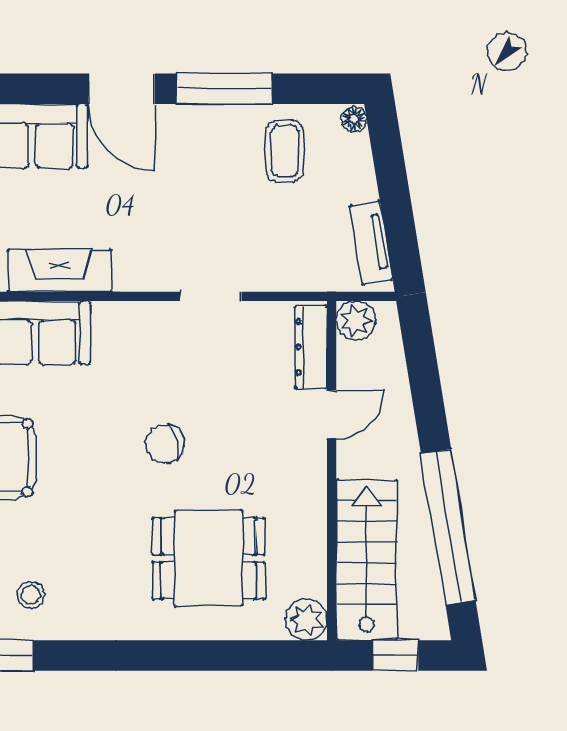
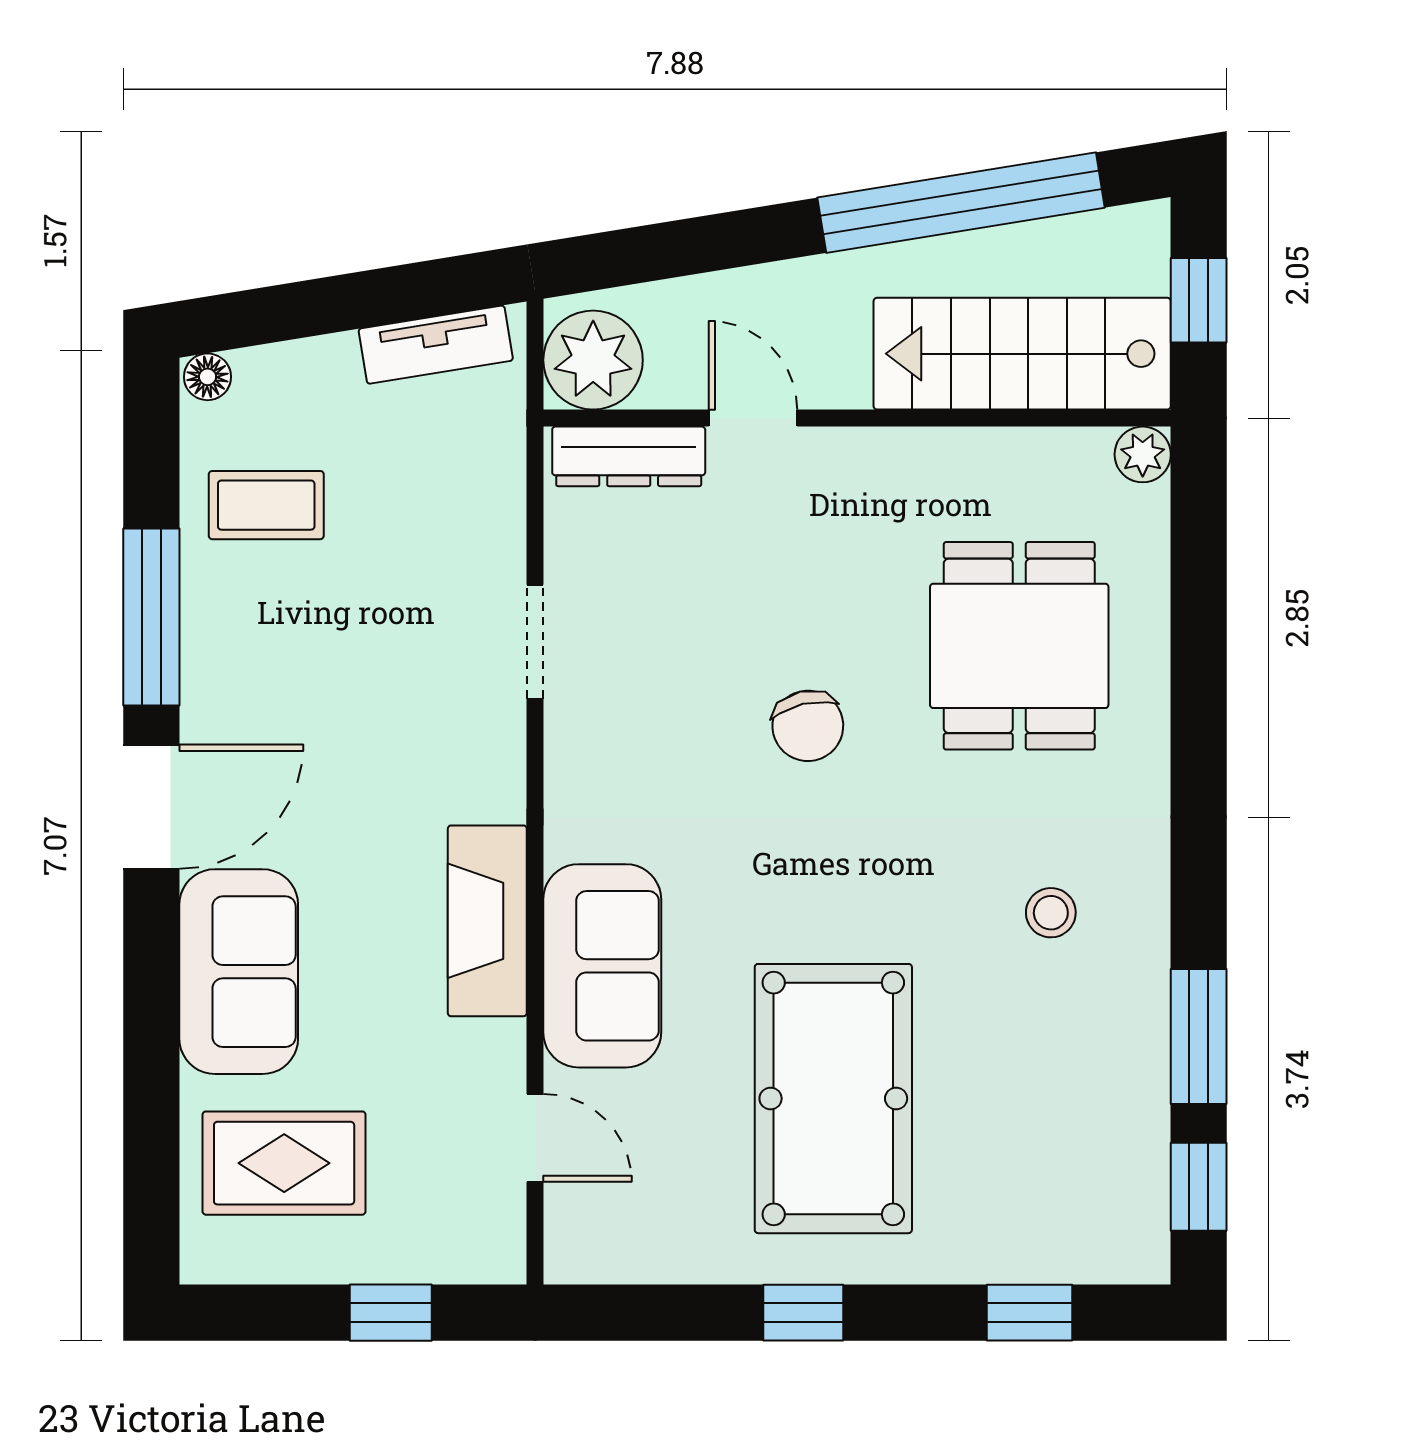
plant: (356, 321) -> (593, 360), width x1.36, depth x1.36
stool: (31, 595) -> (1051, 913), moved
plant: (306, 619) -> (1143, 454), width x0.73, depth x0.73

